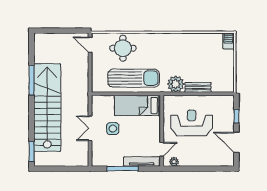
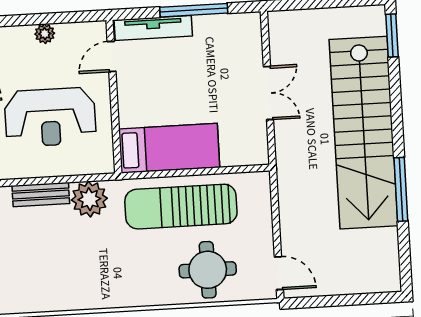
side table: (113, 129) -> (220, 95), removed
plant: (174, 162) -> (45, 34), moved

